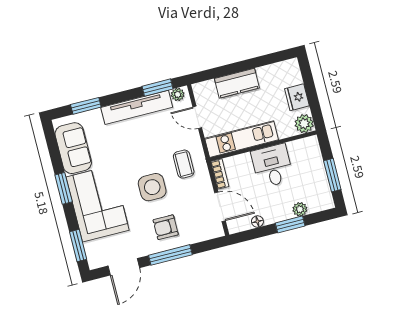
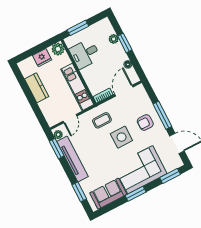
kitchen counter: (237, 83) -> (37, 88), moved
desk: (272, 166) -> (85, 54), moved
window: (332, 175) -> (78, 28), moved
armchair: (166, 227) -> (145, 122), turned 90

